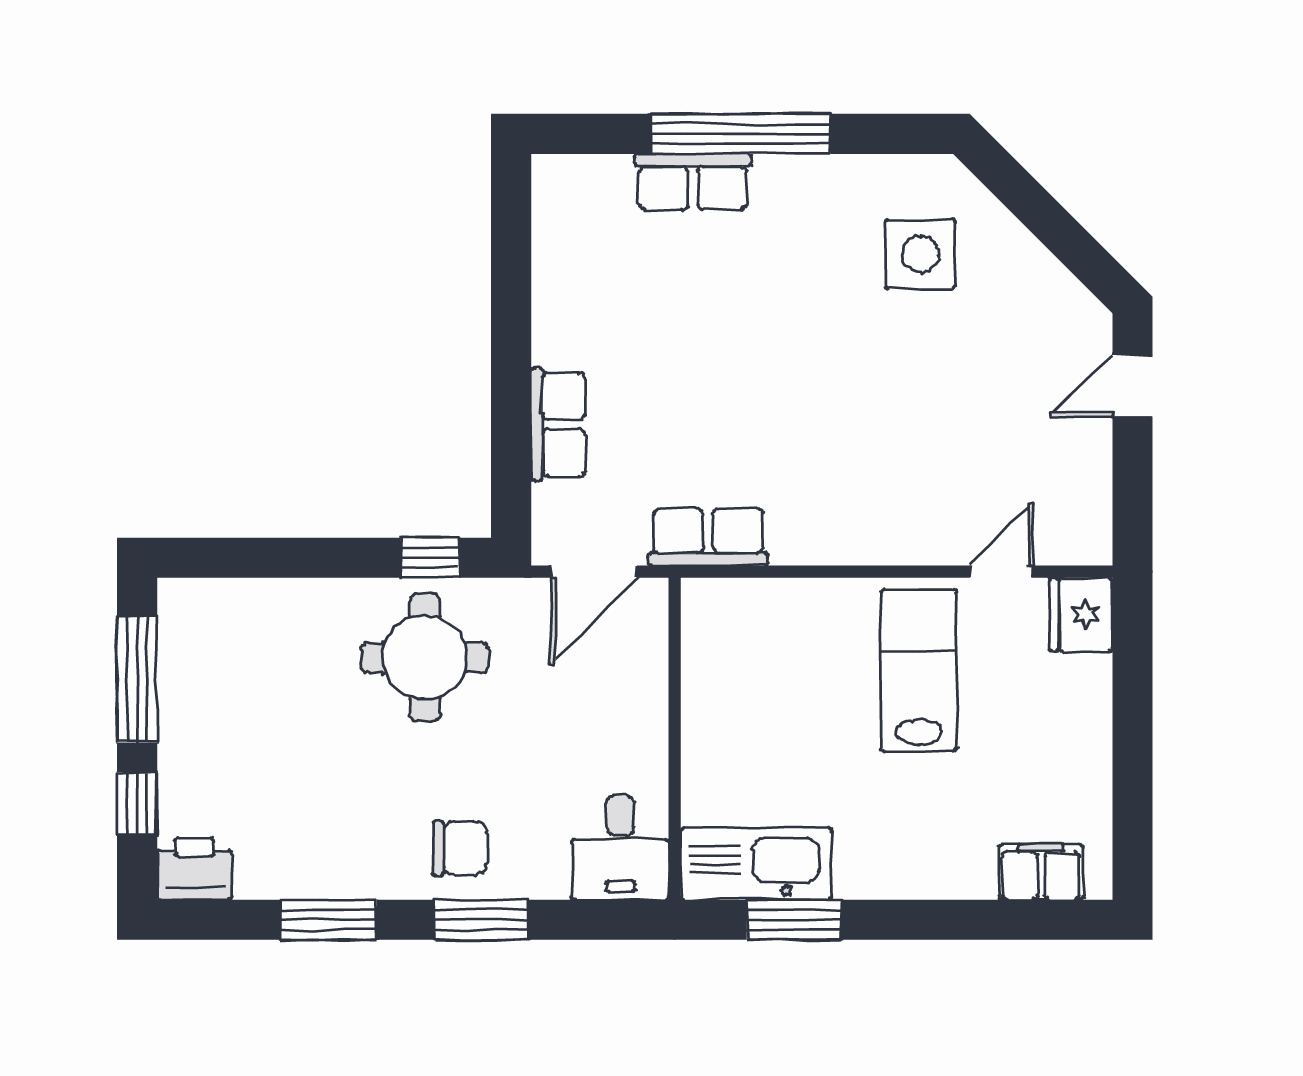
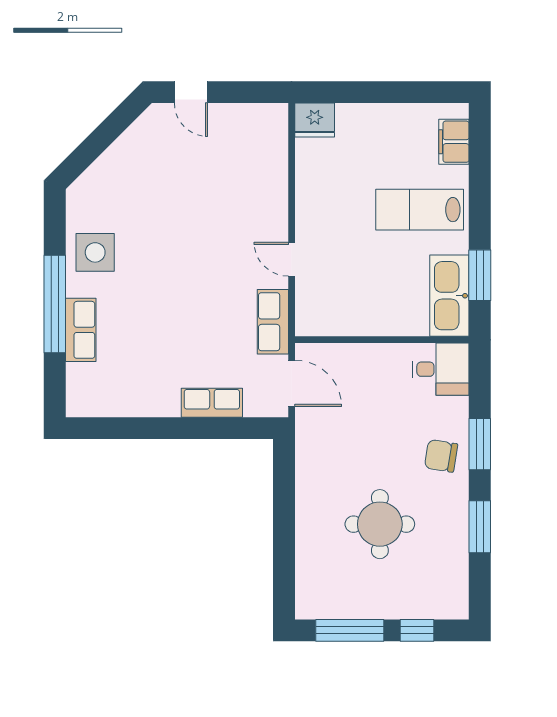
side table: (920, 254) -> (95, 252), moved
window: (430, 558) -> (284, 472), removed
door: (1001, 572) -> (292, 259), moved
round table: (425, 657) -> (380, 524), moved
lab bench: (919, 670) -> (420, 210), moved
chair: (460, 848) -> (441, 456), turned -81
printer: (194, 869) -> (452, 599), removed

